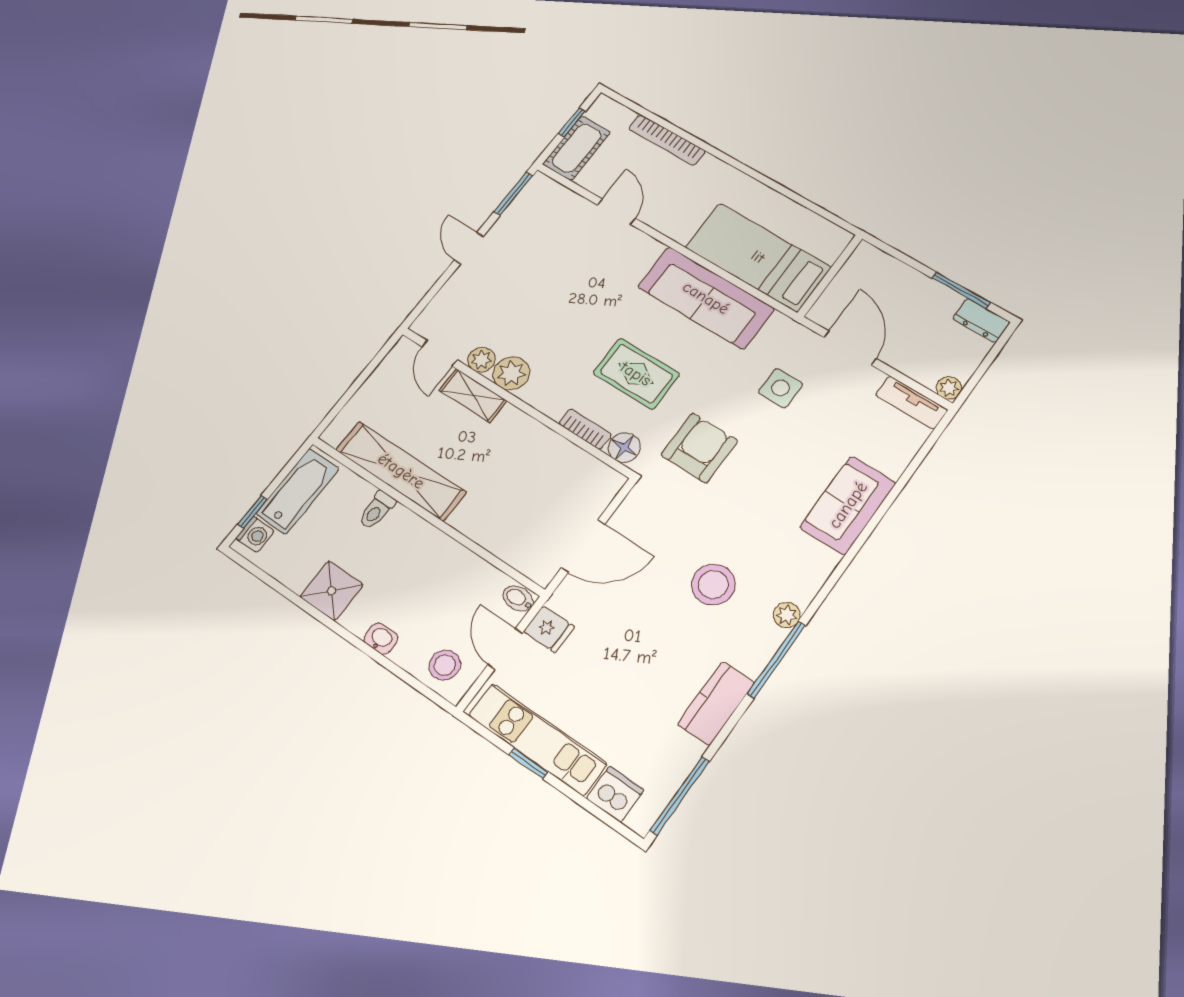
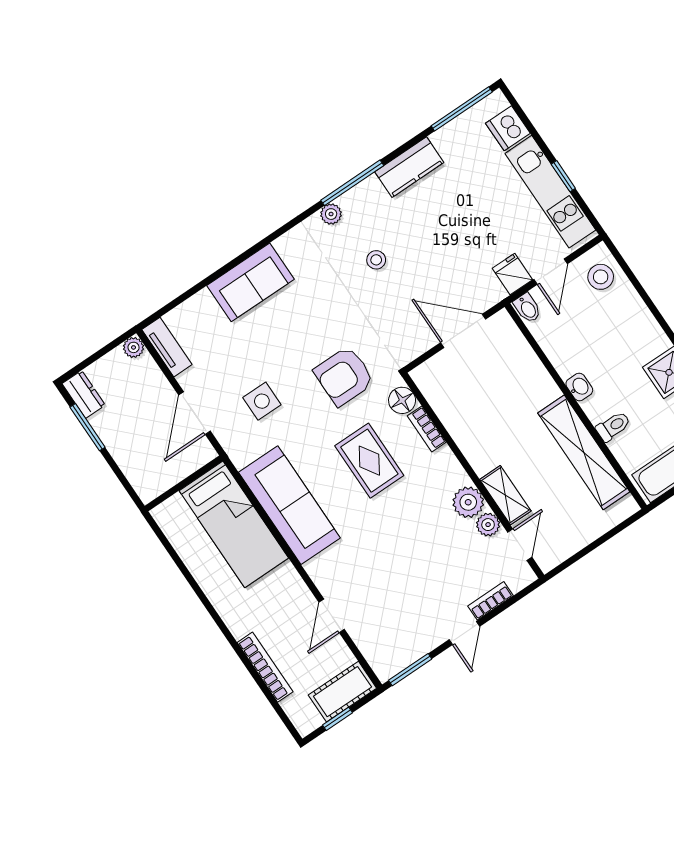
bookcase: (452, 288) -> (490, 601), added
stool: (713, 585) -> (376, 260), width x0.53, depth x0.53
washbasin: (381, 639) -> (579, 387), moved, turned 180

